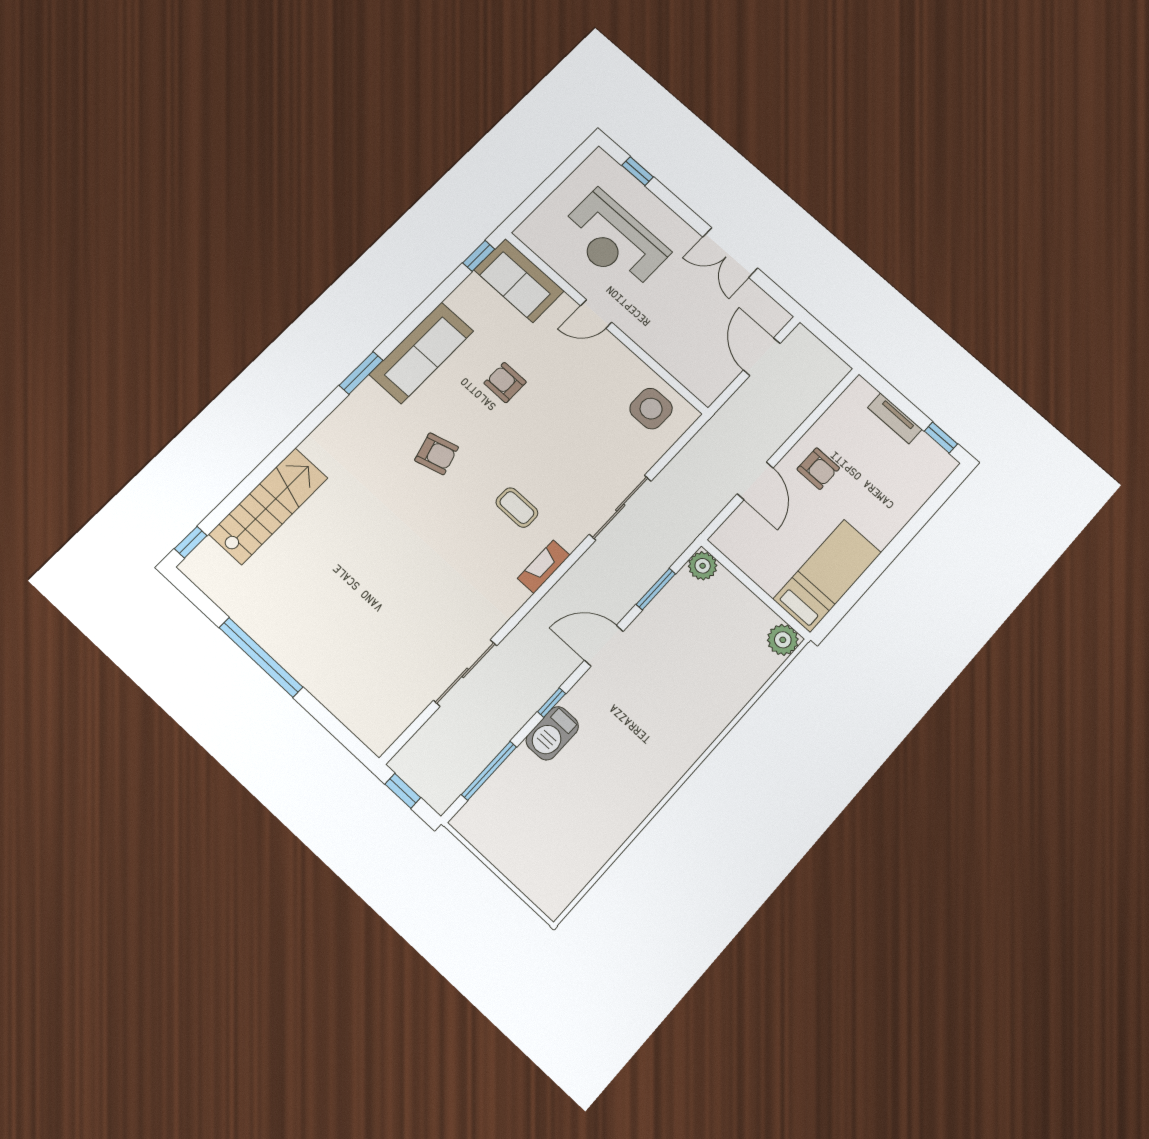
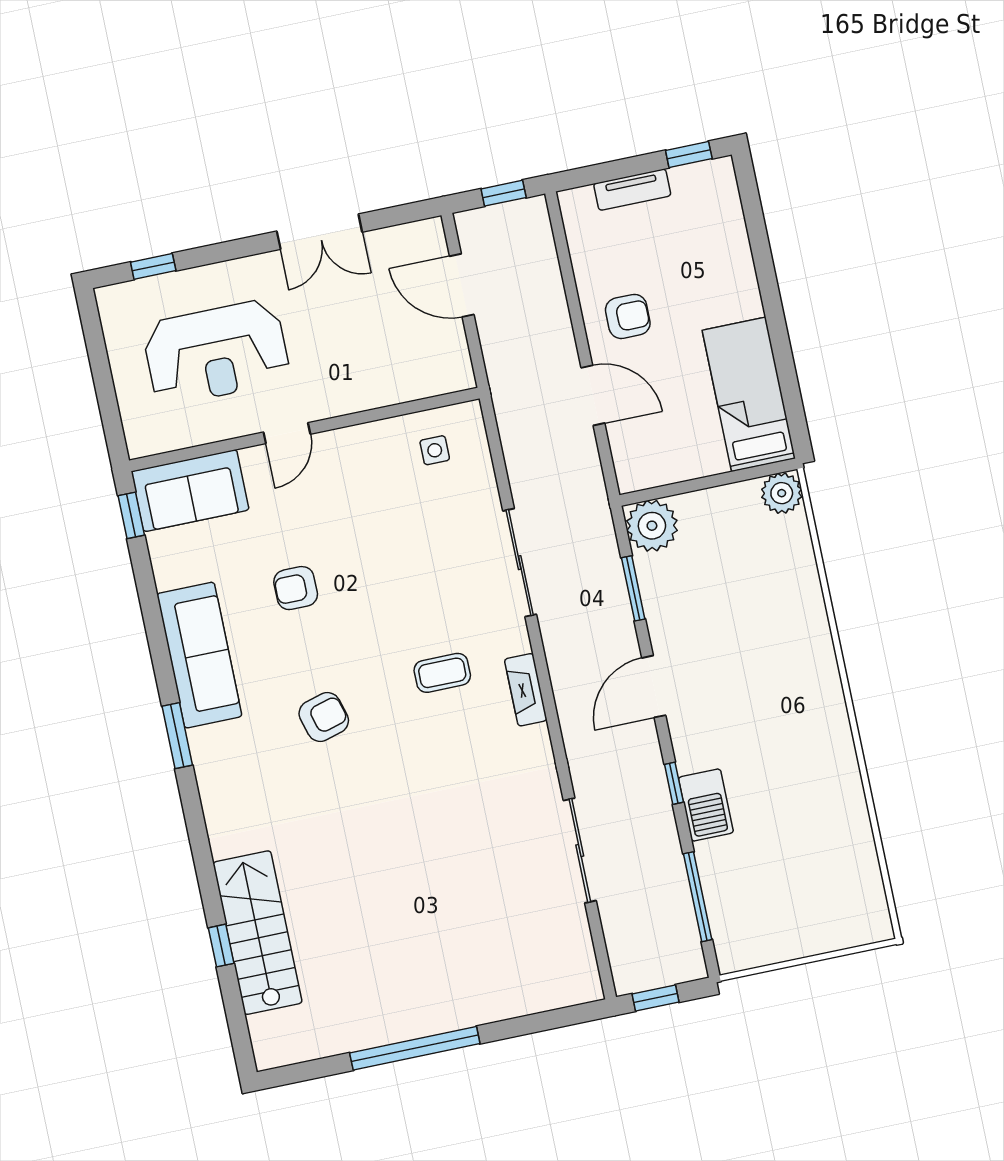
window: (834, 344) -> (504, 193), added
side table: (651, 409) -> (435, 450), width x0.54, depth x0.54
window: (191, 542) -> (221, 946), moved
plant: (703, 566) -> (652, 526), width x1.36, depth x1.36

